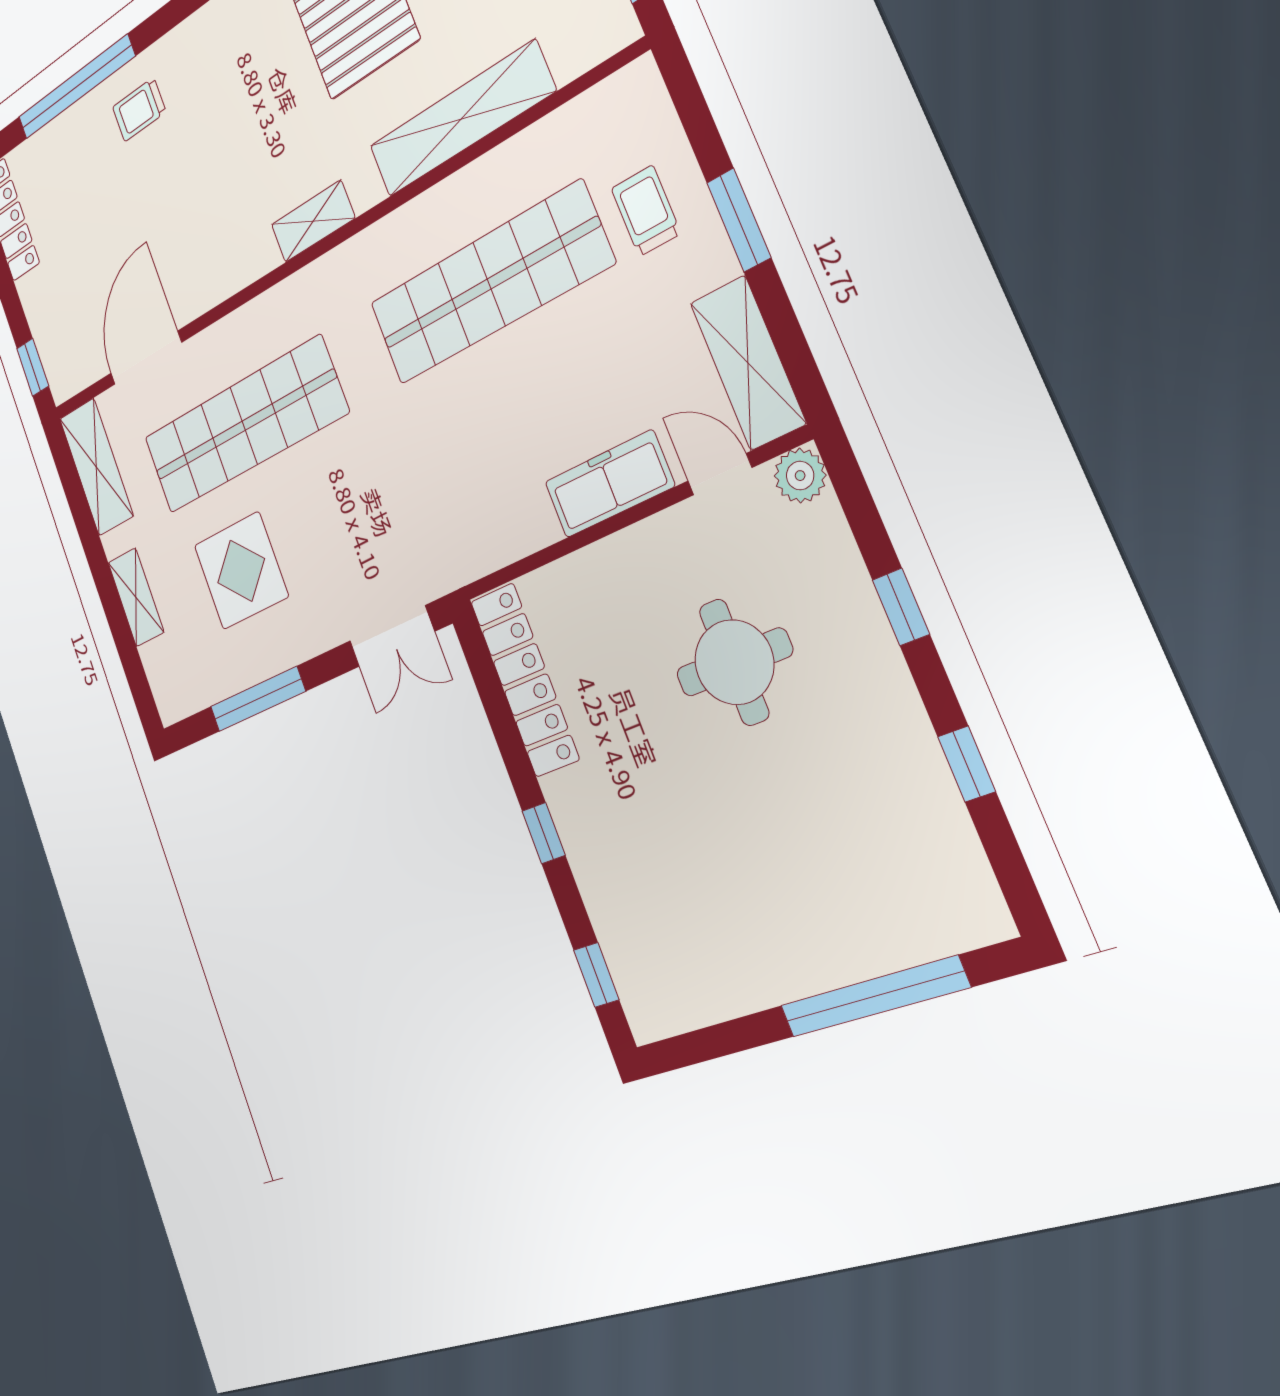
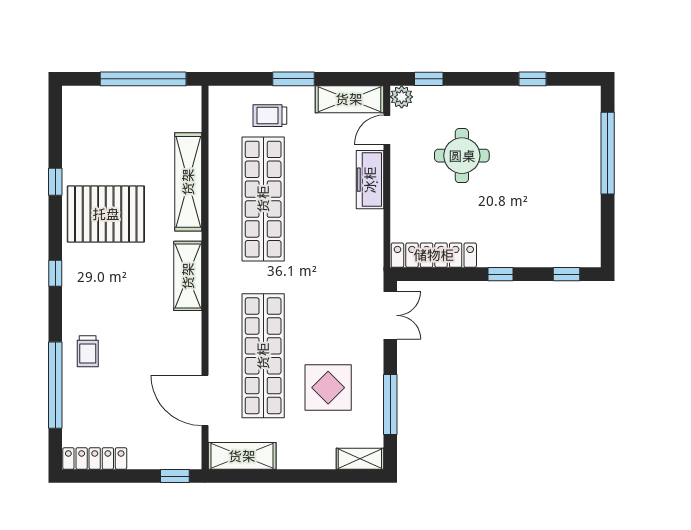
shelving: (313, 221) -> (188, 276), width x1.50, depth x1.33
shelving: (136, 597) -> (360, 459), moved
window: (901, 607) -> (429, 79), moved

